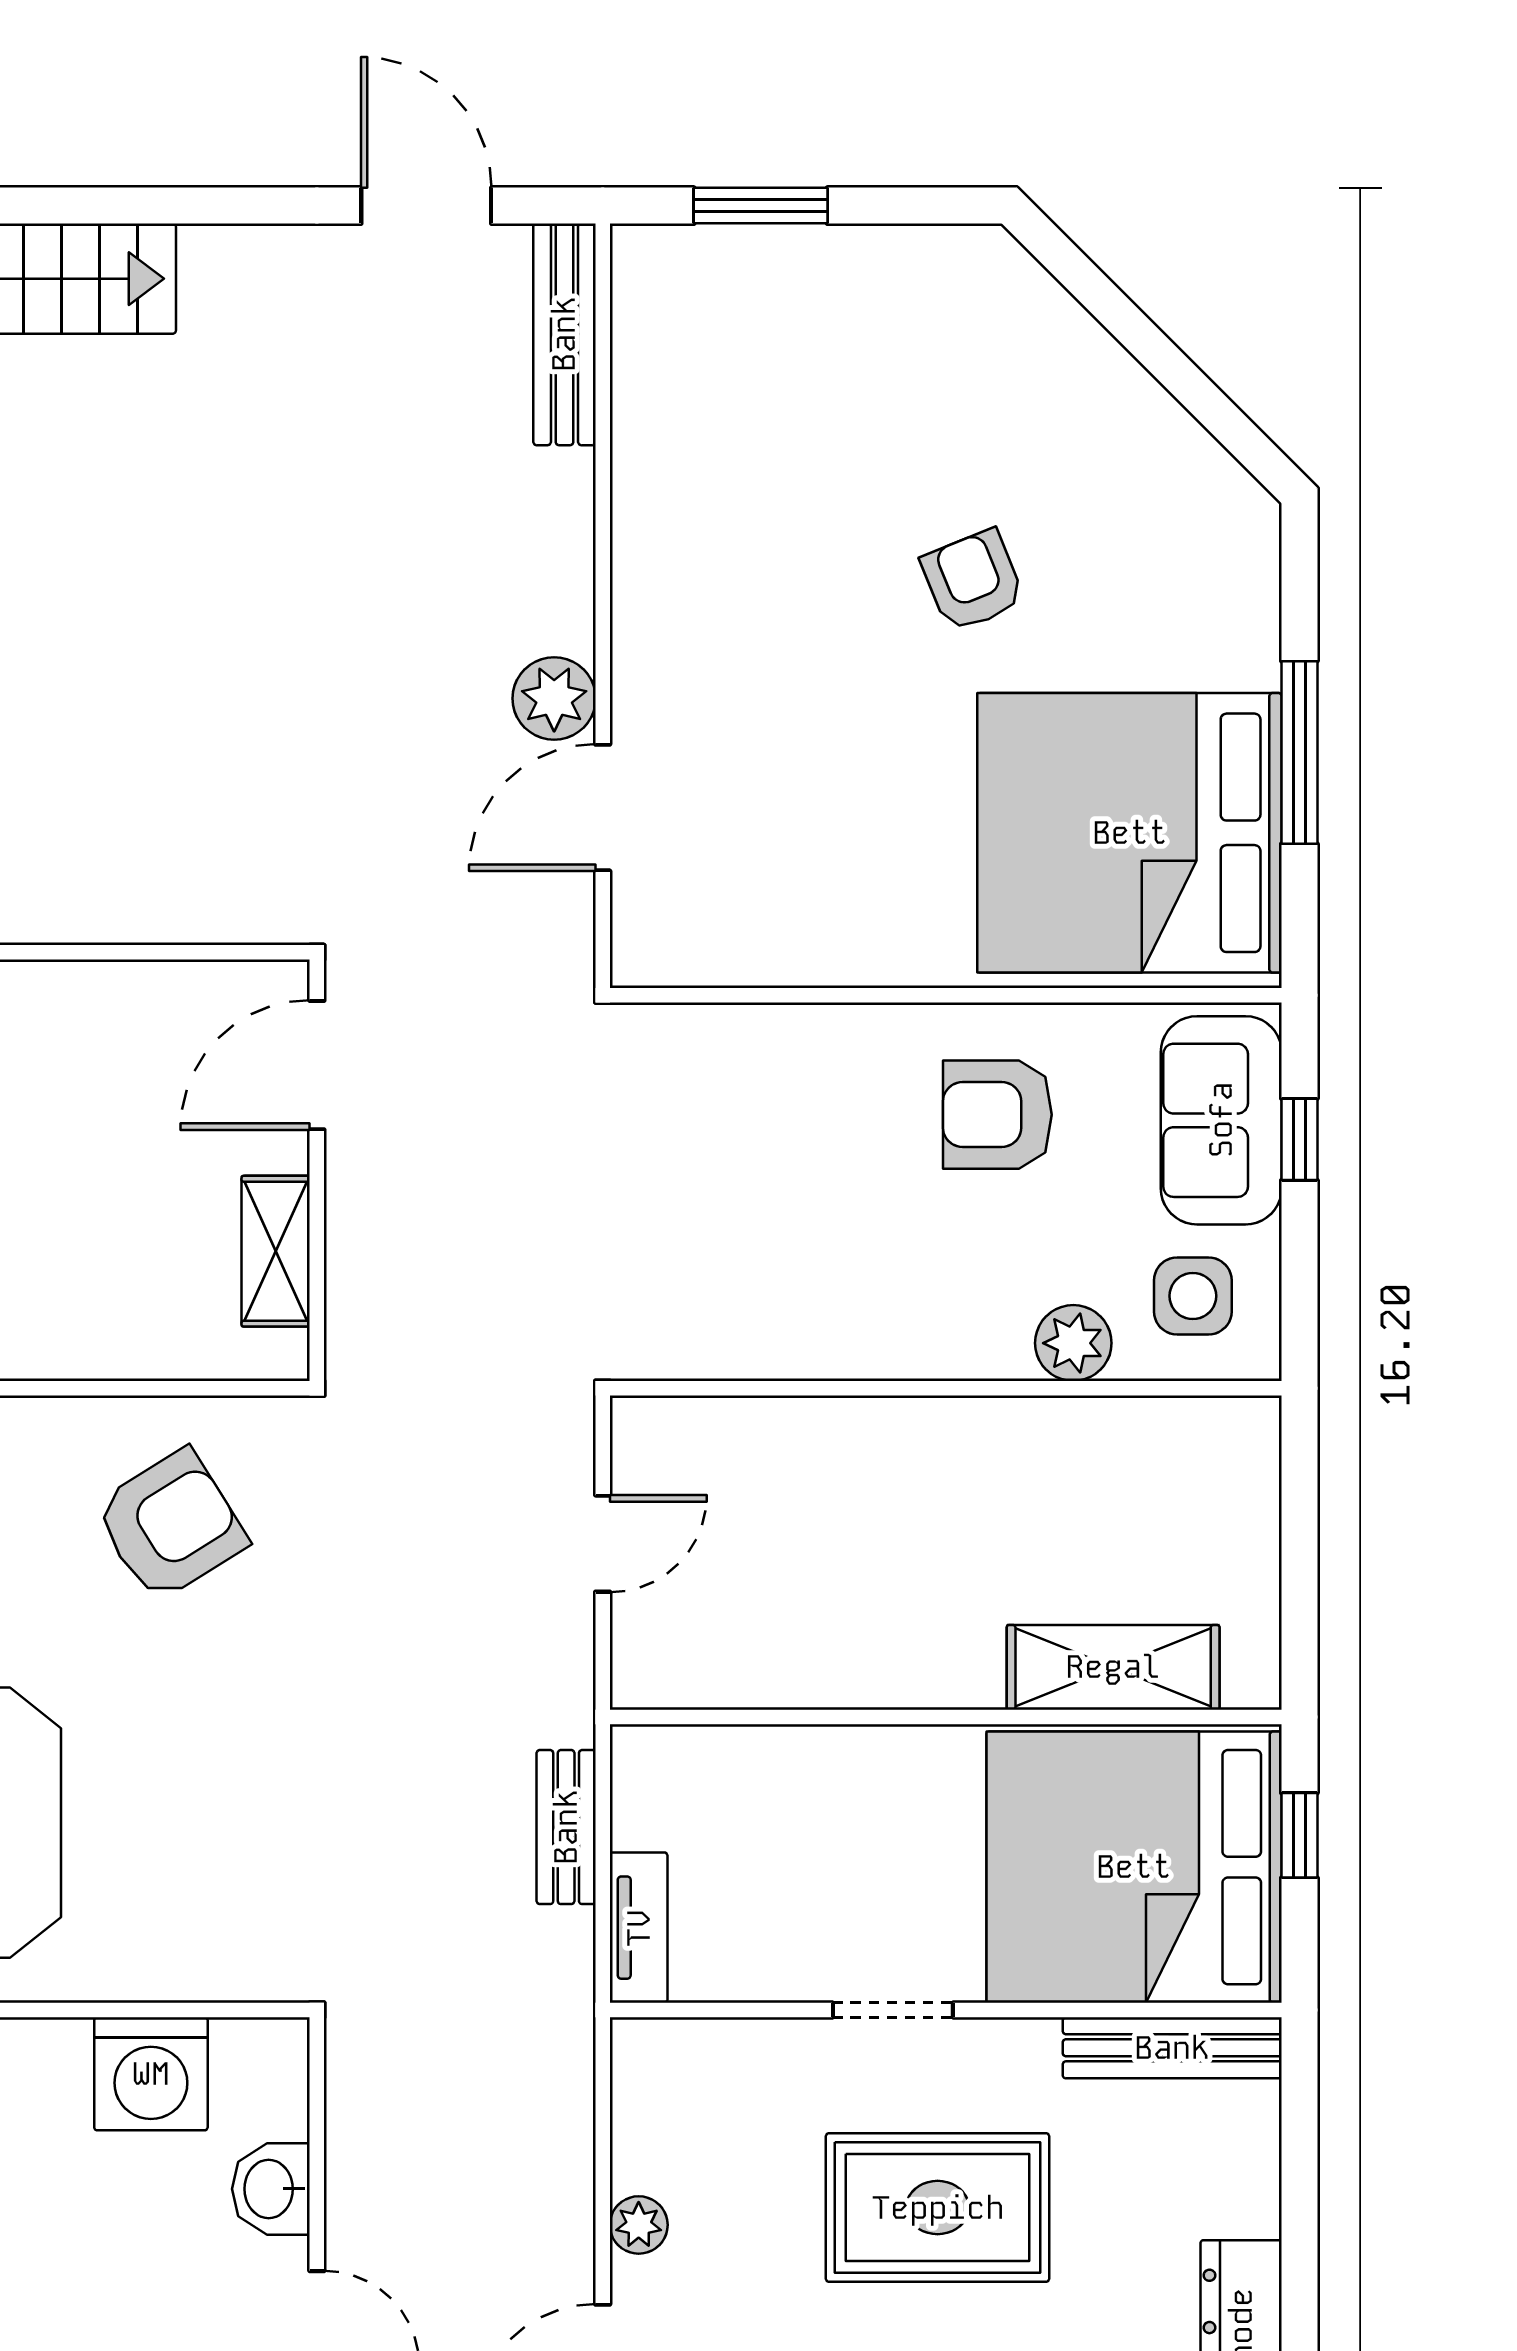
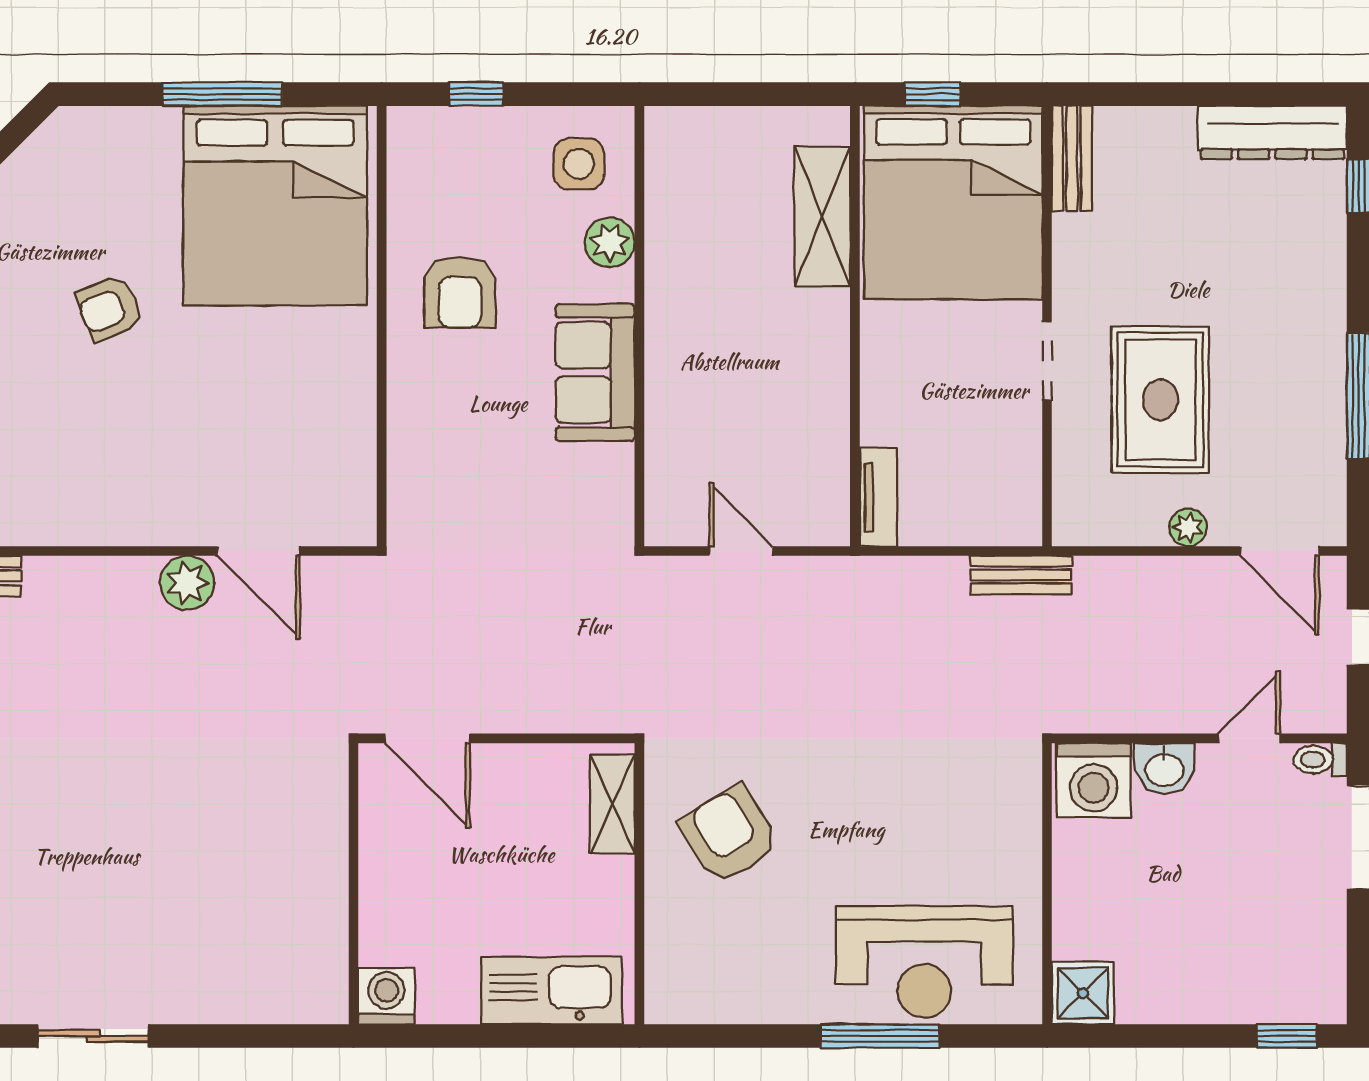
sofa: (1221, 1120) -> (595, 372), moved, turned 90
shelving: (276, 1251) -> (612, 804), moved, turned 90
bench: (566, 1827) -> (1021, 575), moved
tv unit: (639, 1928) -> (878, 497), moved, turned 90
bench: (1172, 2048) -> (1072, 158), width x0.73
washing machine: (151, 2074) -> (1093, 780), moved, turned 90
rug: (938, 2208) -> (1160, 400), moved

